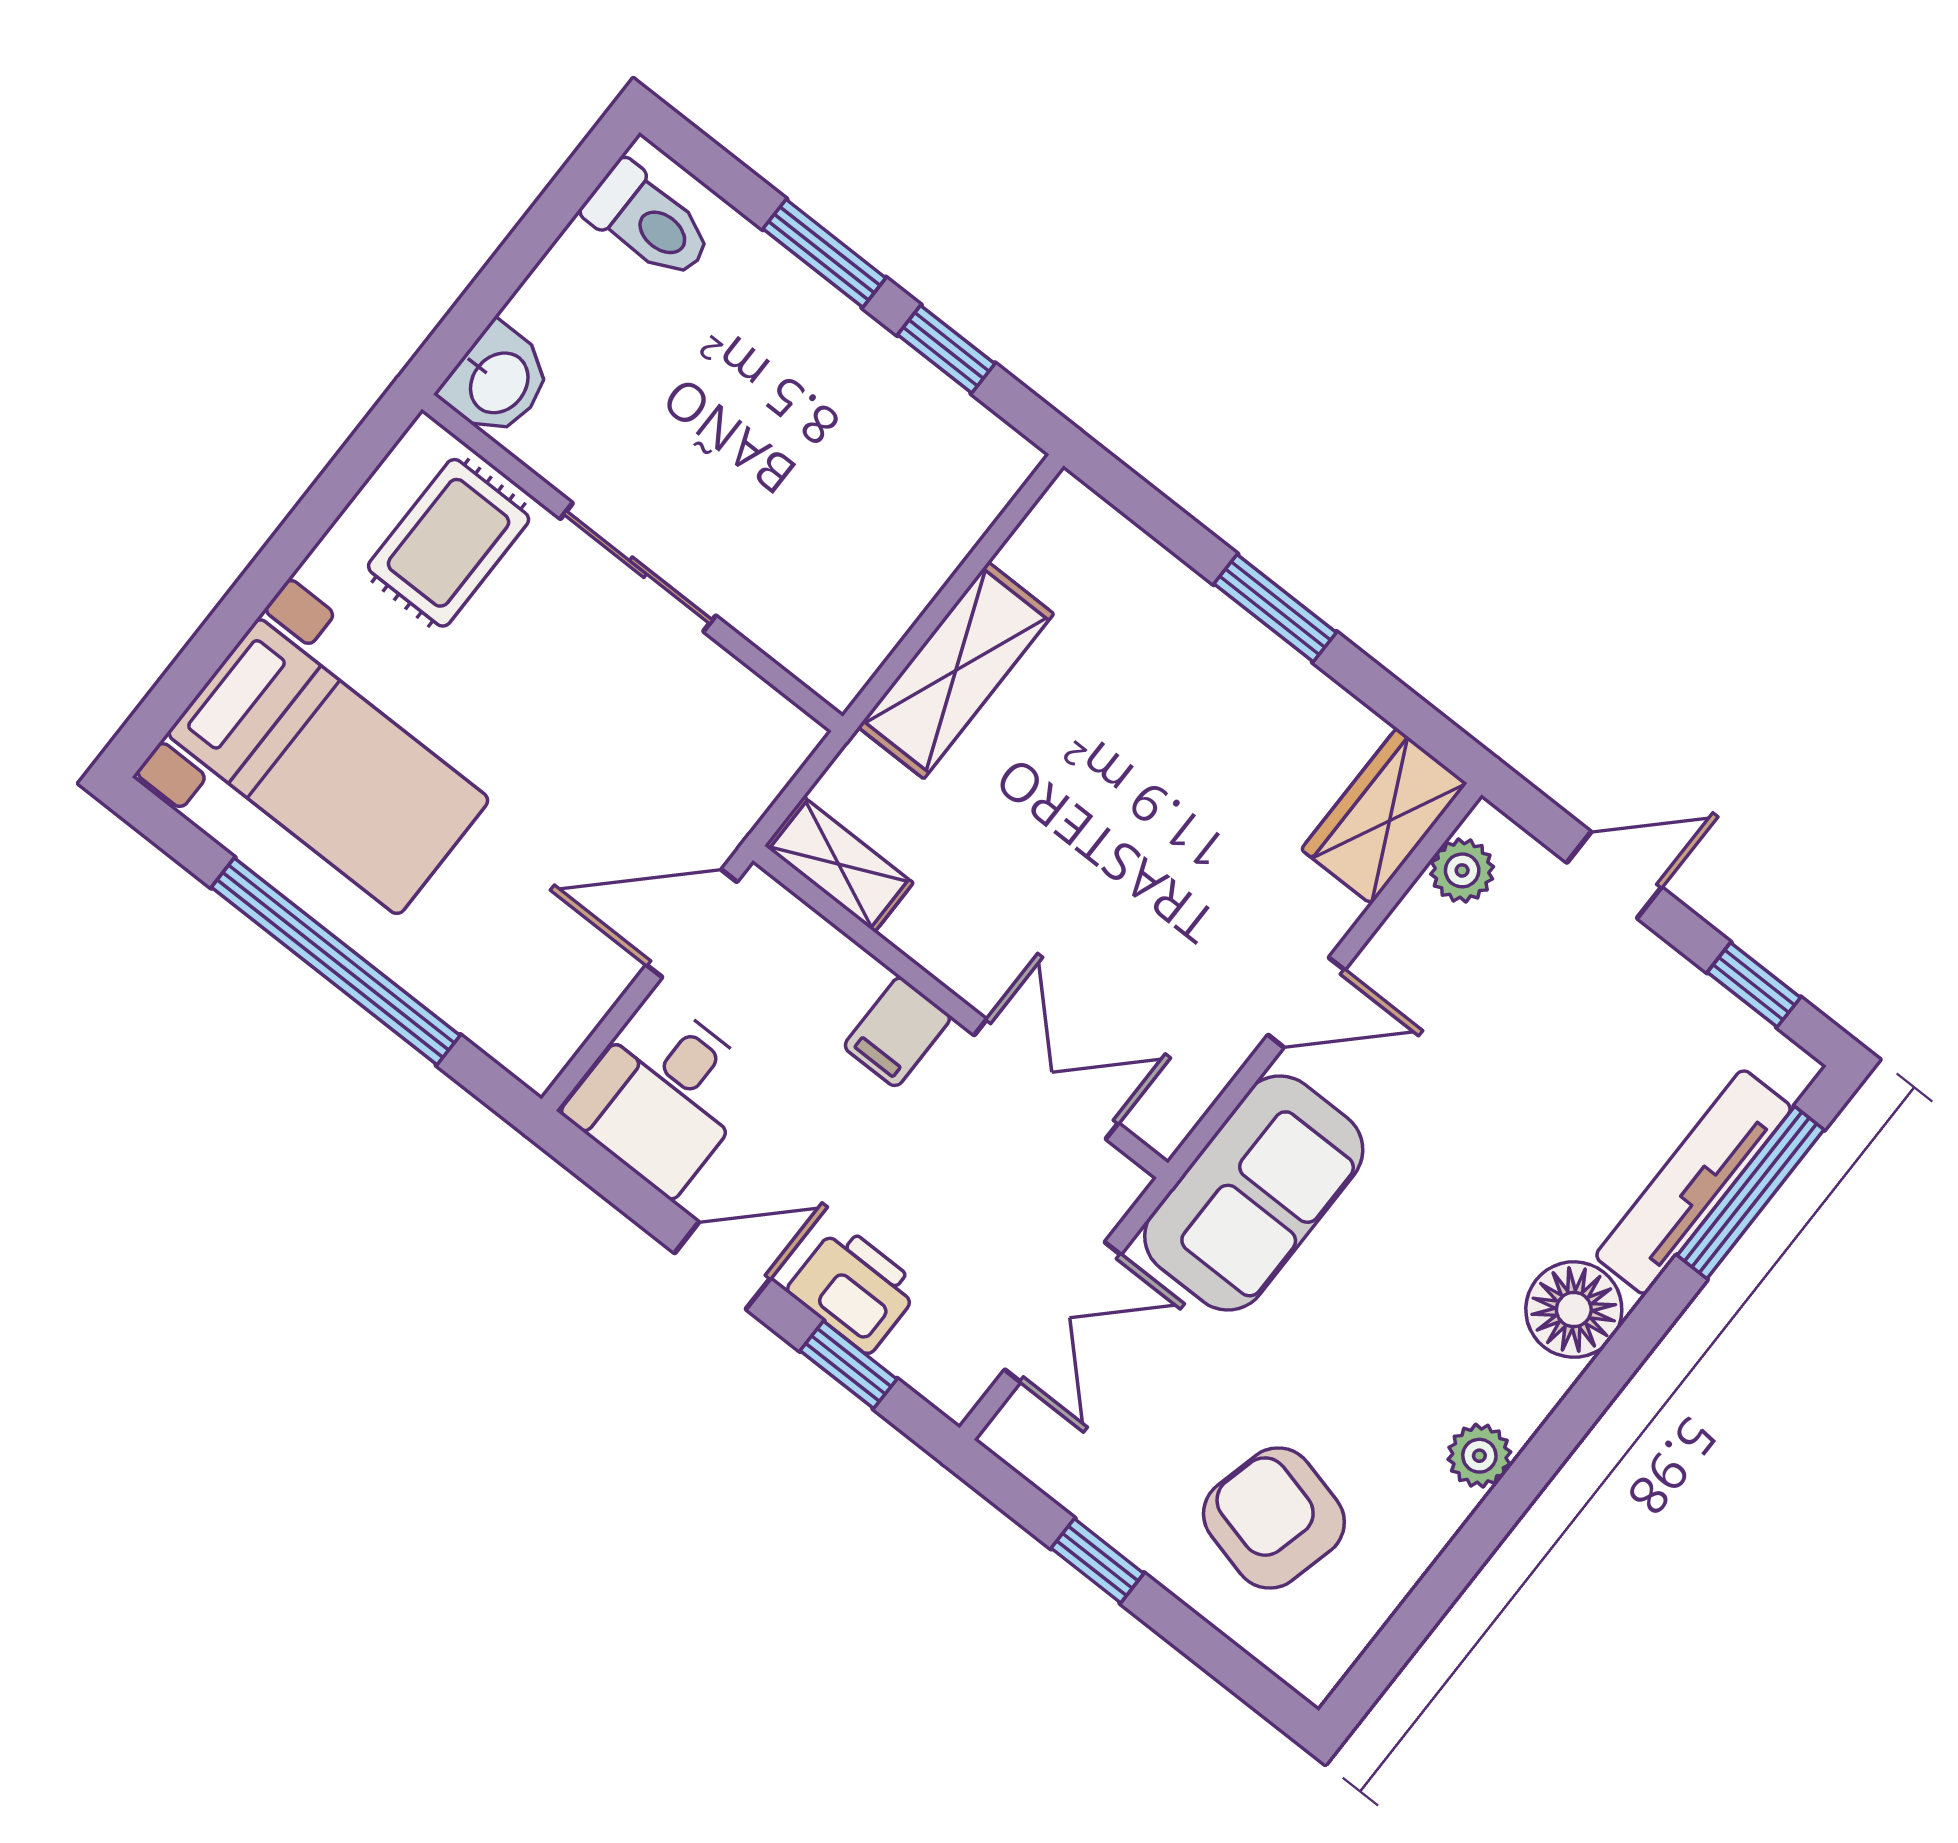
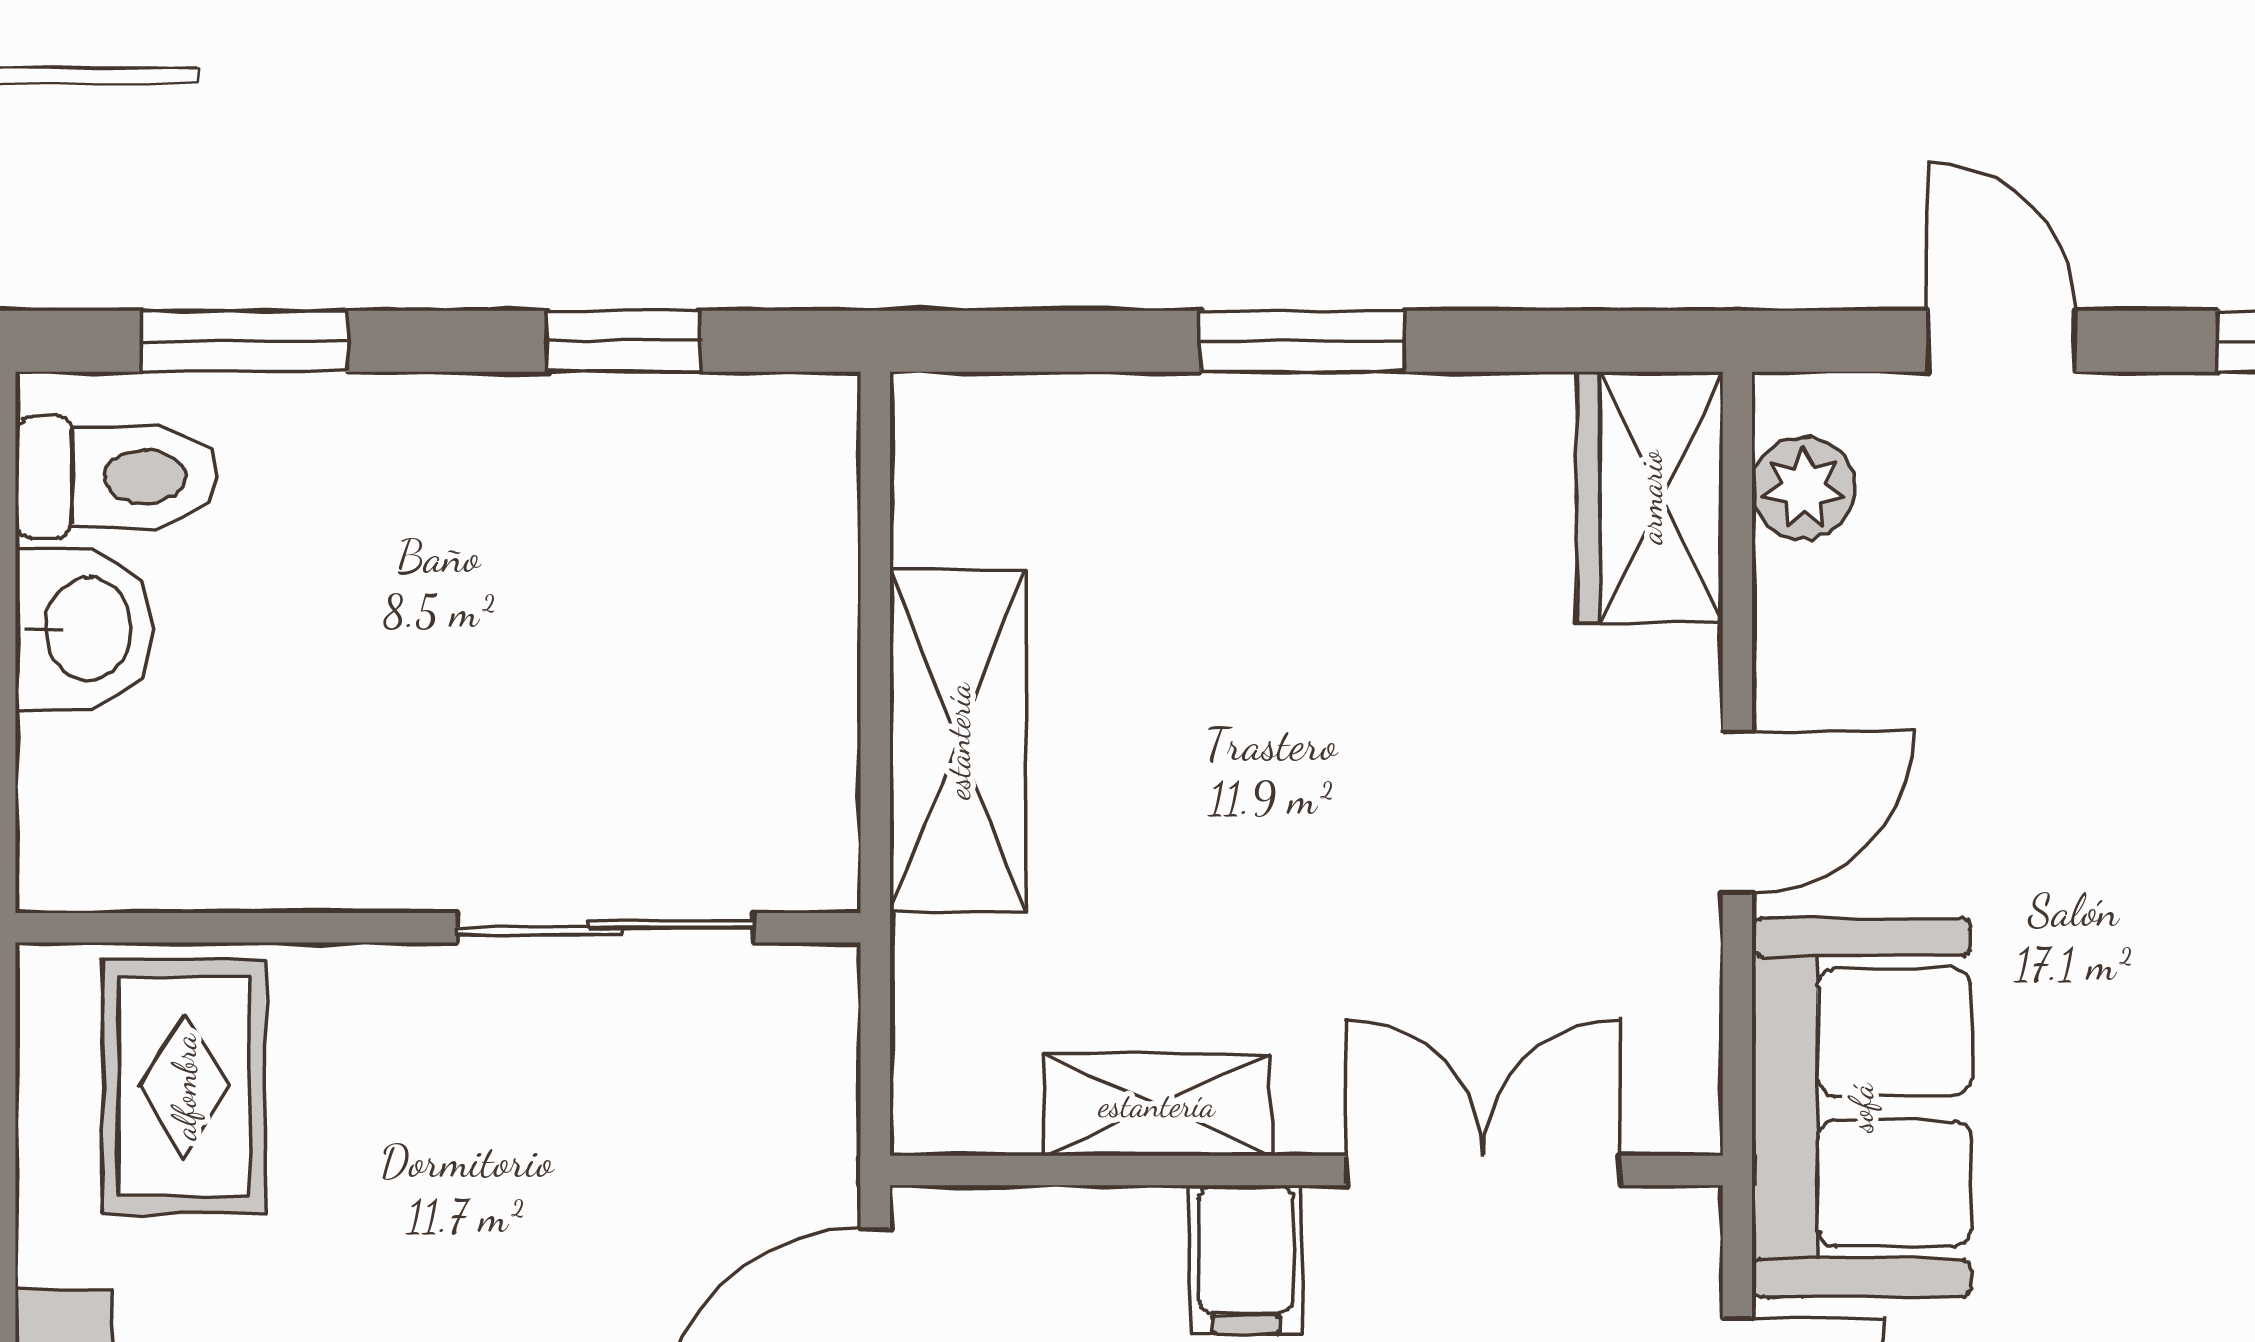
window: (824, 253) -> (244, 341), moved
washbasin: (497, 381) -> (84, 629), moved
sliding door: (638, 567) -> (606, 928), moved
shelving: (839, 864) -> (1157, 1105), moved
door: (1614, 875) -> (2002, 341), hinge flipped

